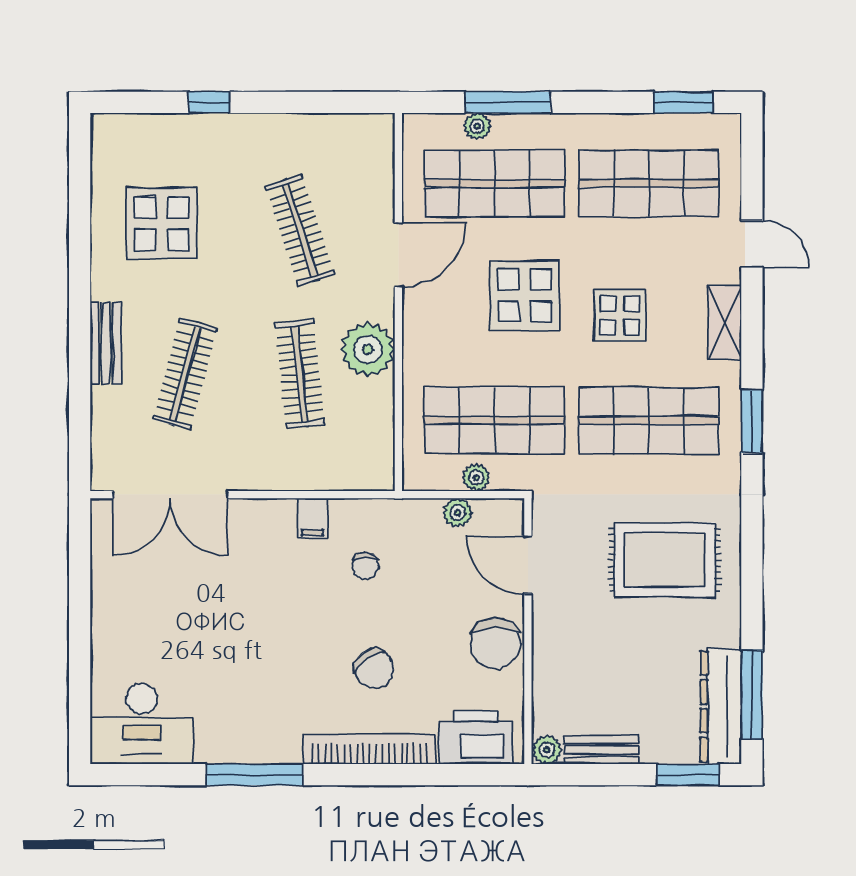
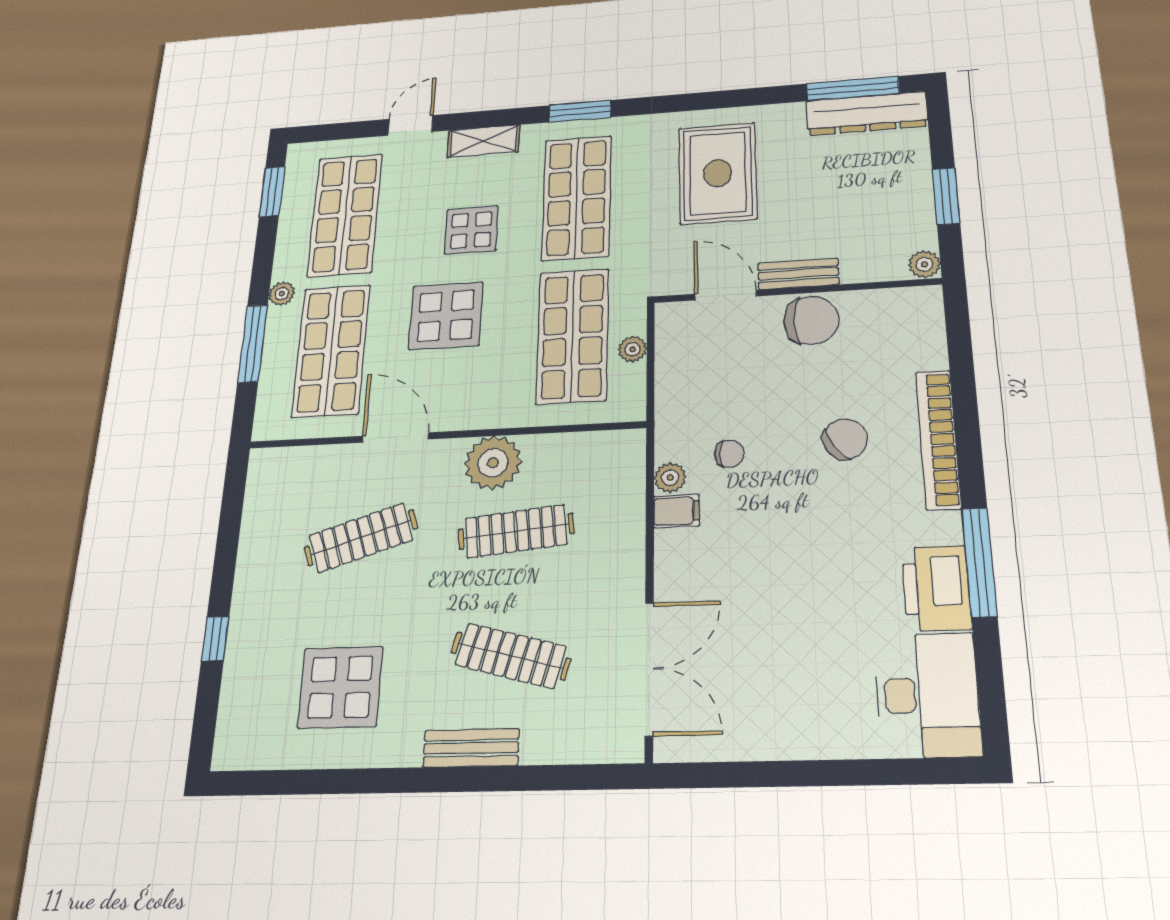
plant: (477, 126) -> (282, 294), moved
plant: (458, 513) -> (670, 478), moved
door: (528, 565) -> (725, 295), swing flipped
printer: (476, 738) -> (936, 588), moved
bench: (601, 750) -> (798, 274), moved, turned 90
window: (688, 775) -> (946, 196), moved

